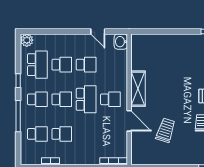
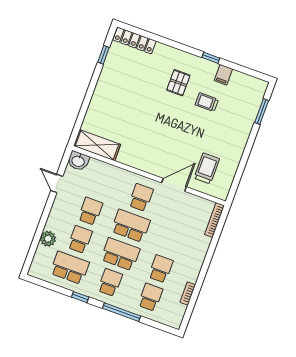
door: (98, 32) -> (57, 183), swing flipped
plant: (27, 40) -> (48, 239), moved
shelving: (138, 89) -> (97, 145), moved
school desk: (62, 99) -> (120, 254), width x1.85
trolley: (166, 130) -> (207, 168), moved, turned 72

